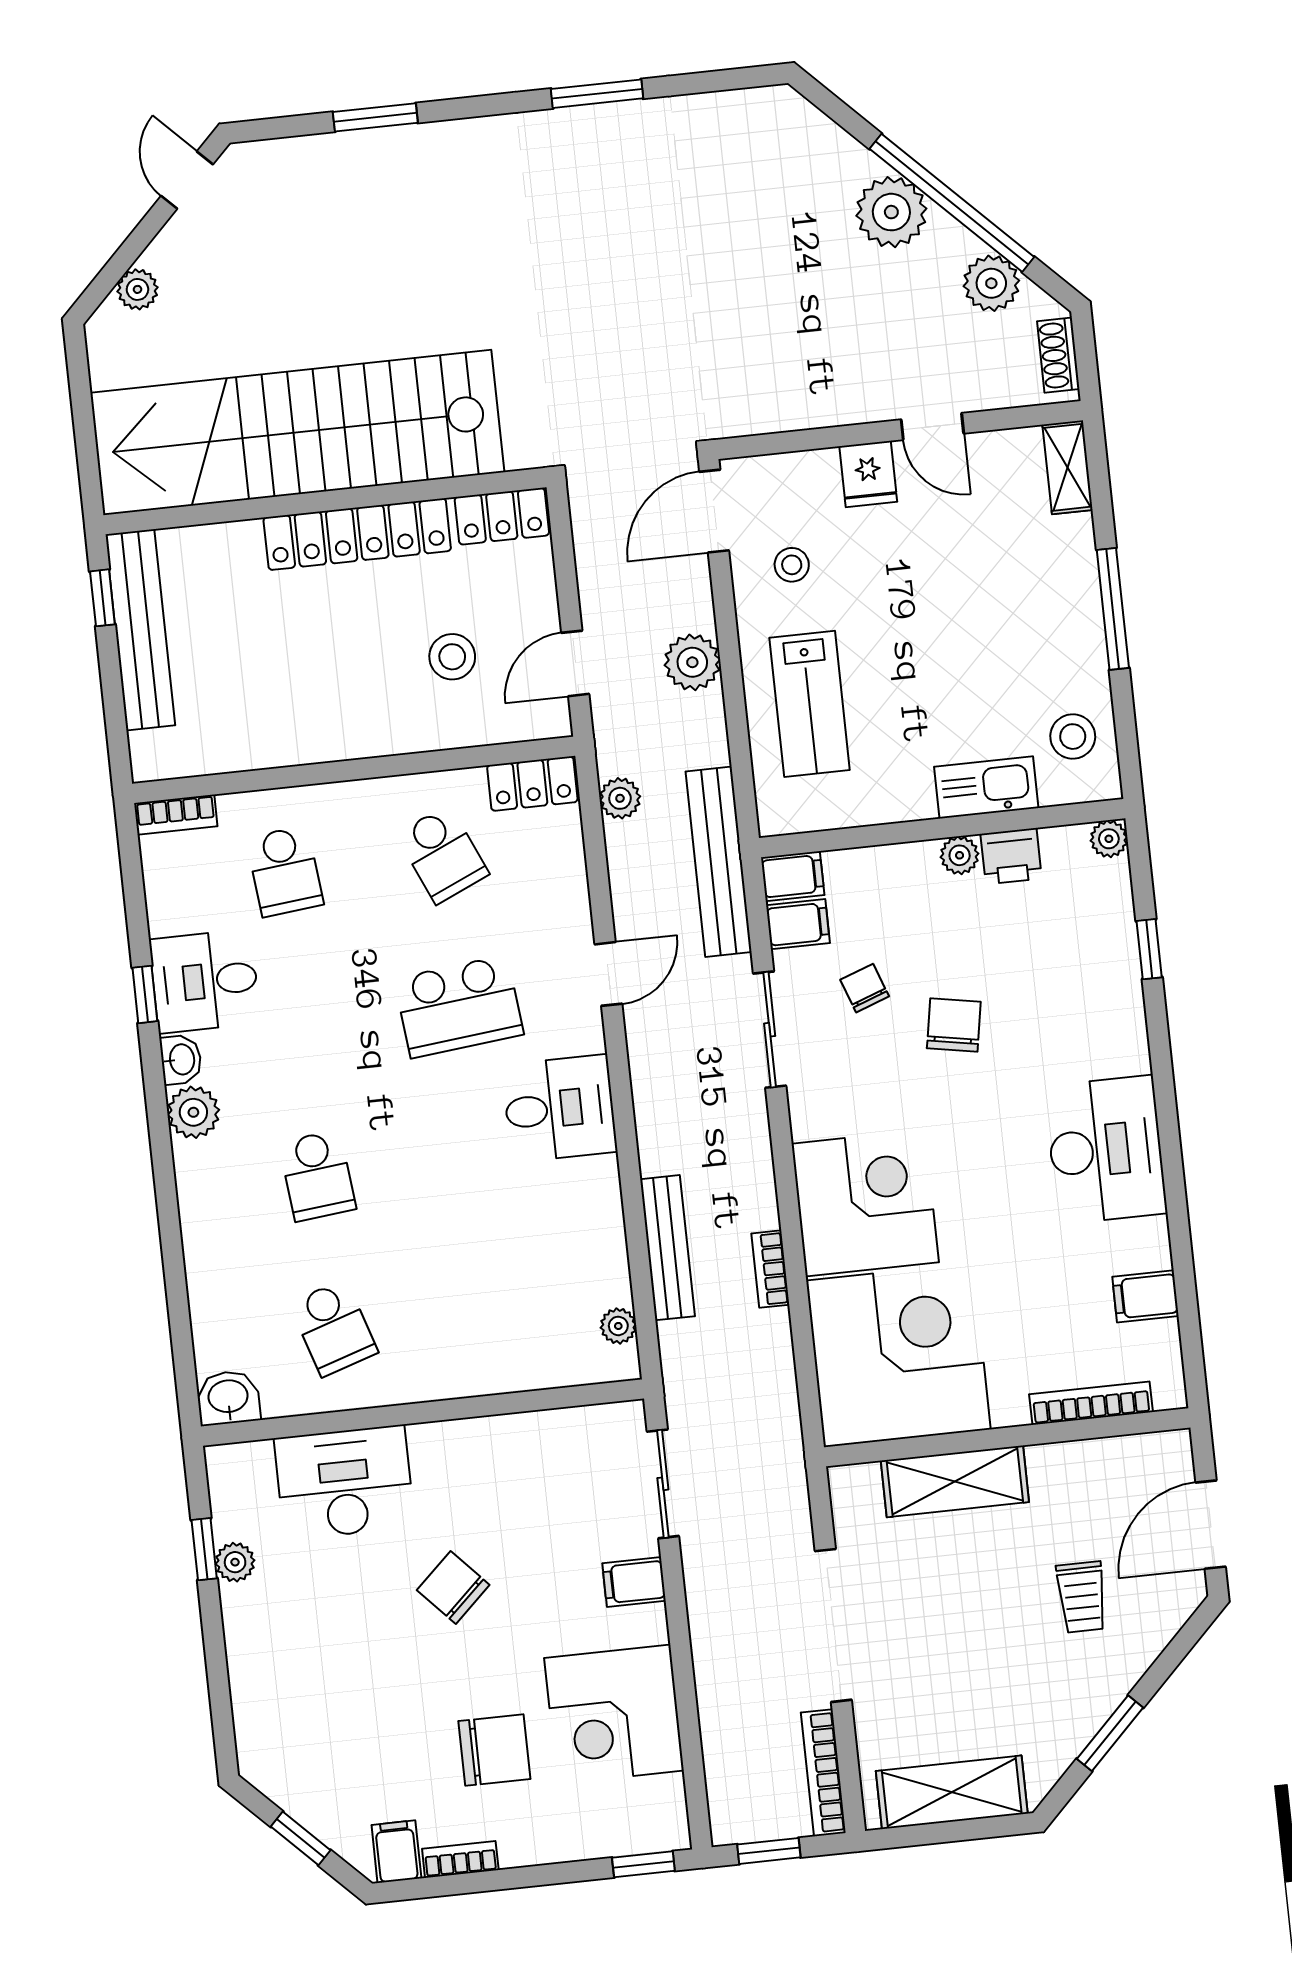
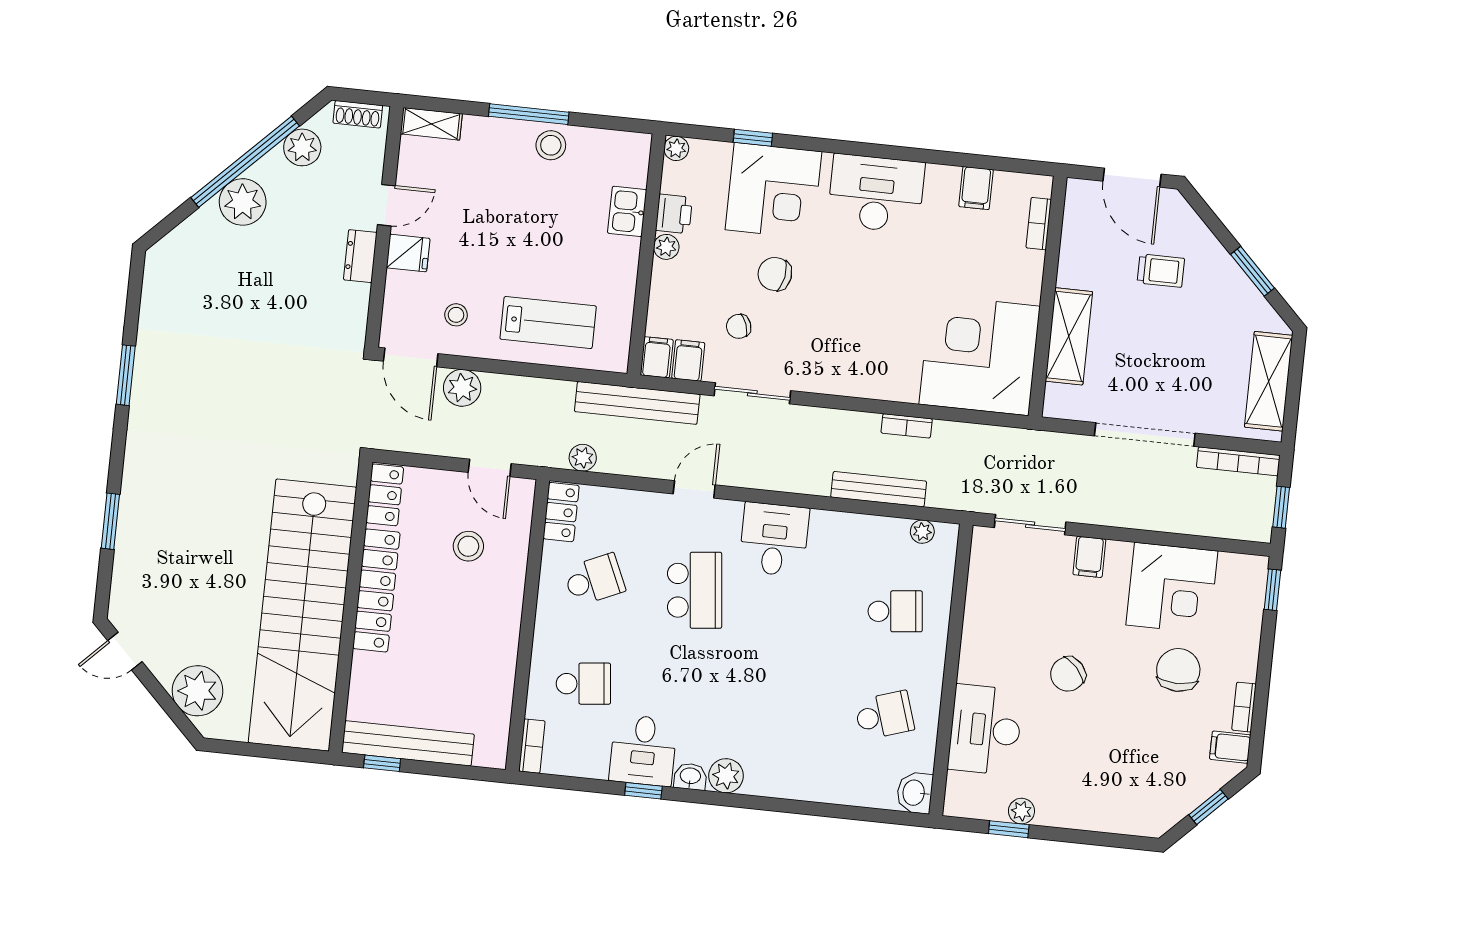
plant: (137, 289) -> (197, 691), width x1.88, depth x1.88
dresser: (848, 404) -> (360, 256), added
plant: (692, 662) -> (462, 388), moved
stool: (1073, 737) -> (551, 145), moved
kitchen sink: (986, 787) -> (627, 211), width x0.73
door: (608, 974) -> (694, 489), hinge flipped
school desk: (317, 1176) -> (895, 611), moved
corner desk: (865, 1203) -> (773, 191), moved, turned 180
bookcase: (1091, 1403) -> (1039, 224), width x0.64

